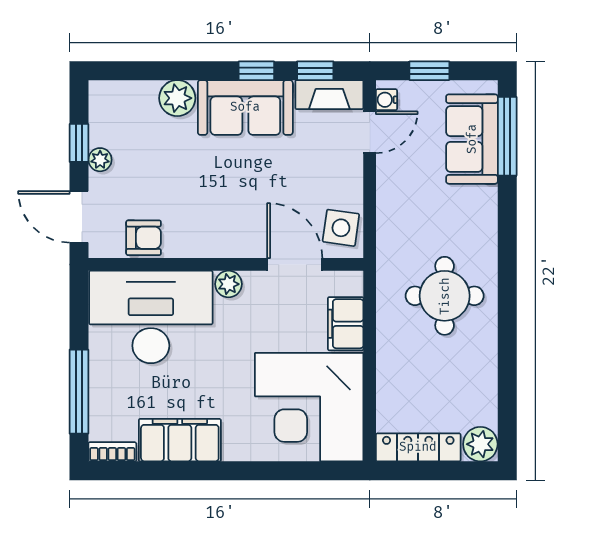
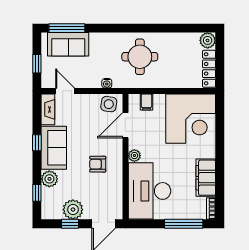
window: (315, 71) -> (37, 193), moved
water cooler: (386, 100) -> (107, 83), moved
plant: (100, 160) -> (73, 210), width x1.87, depth x1.87
armchair: (144, 238) -> (98, 164), moved, turned -90
filing cabinet: (346, 324) -> (146, 102), width x0.50

